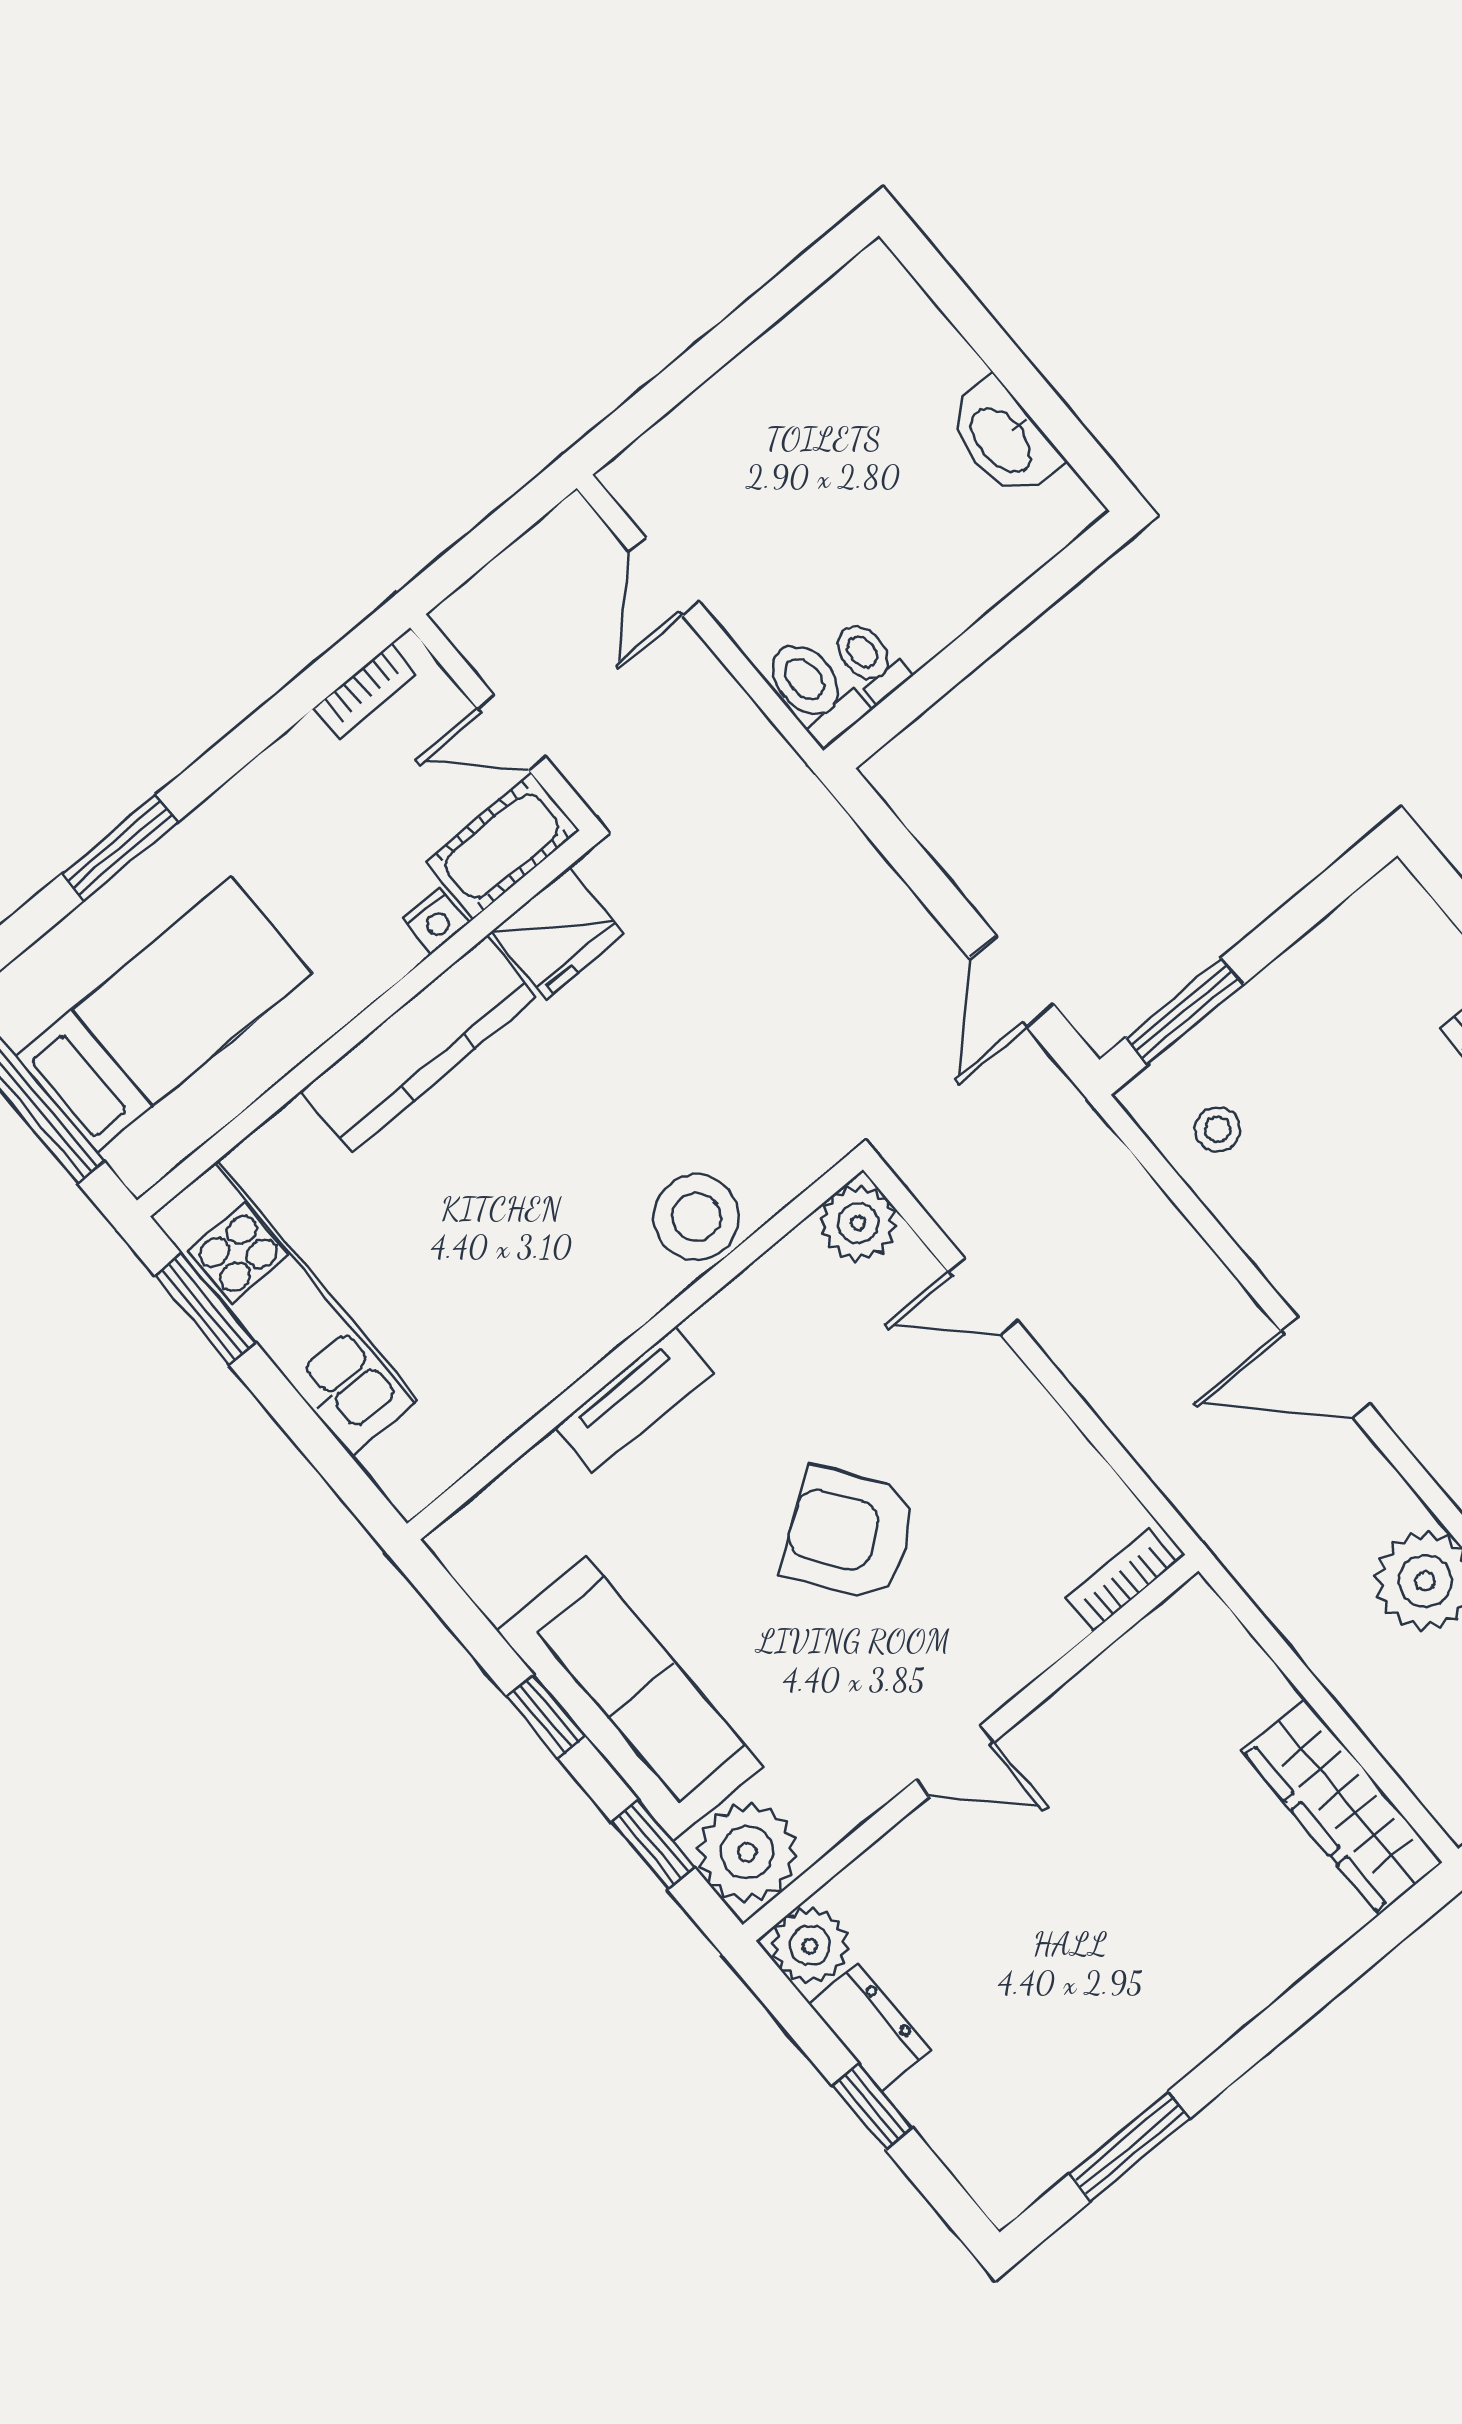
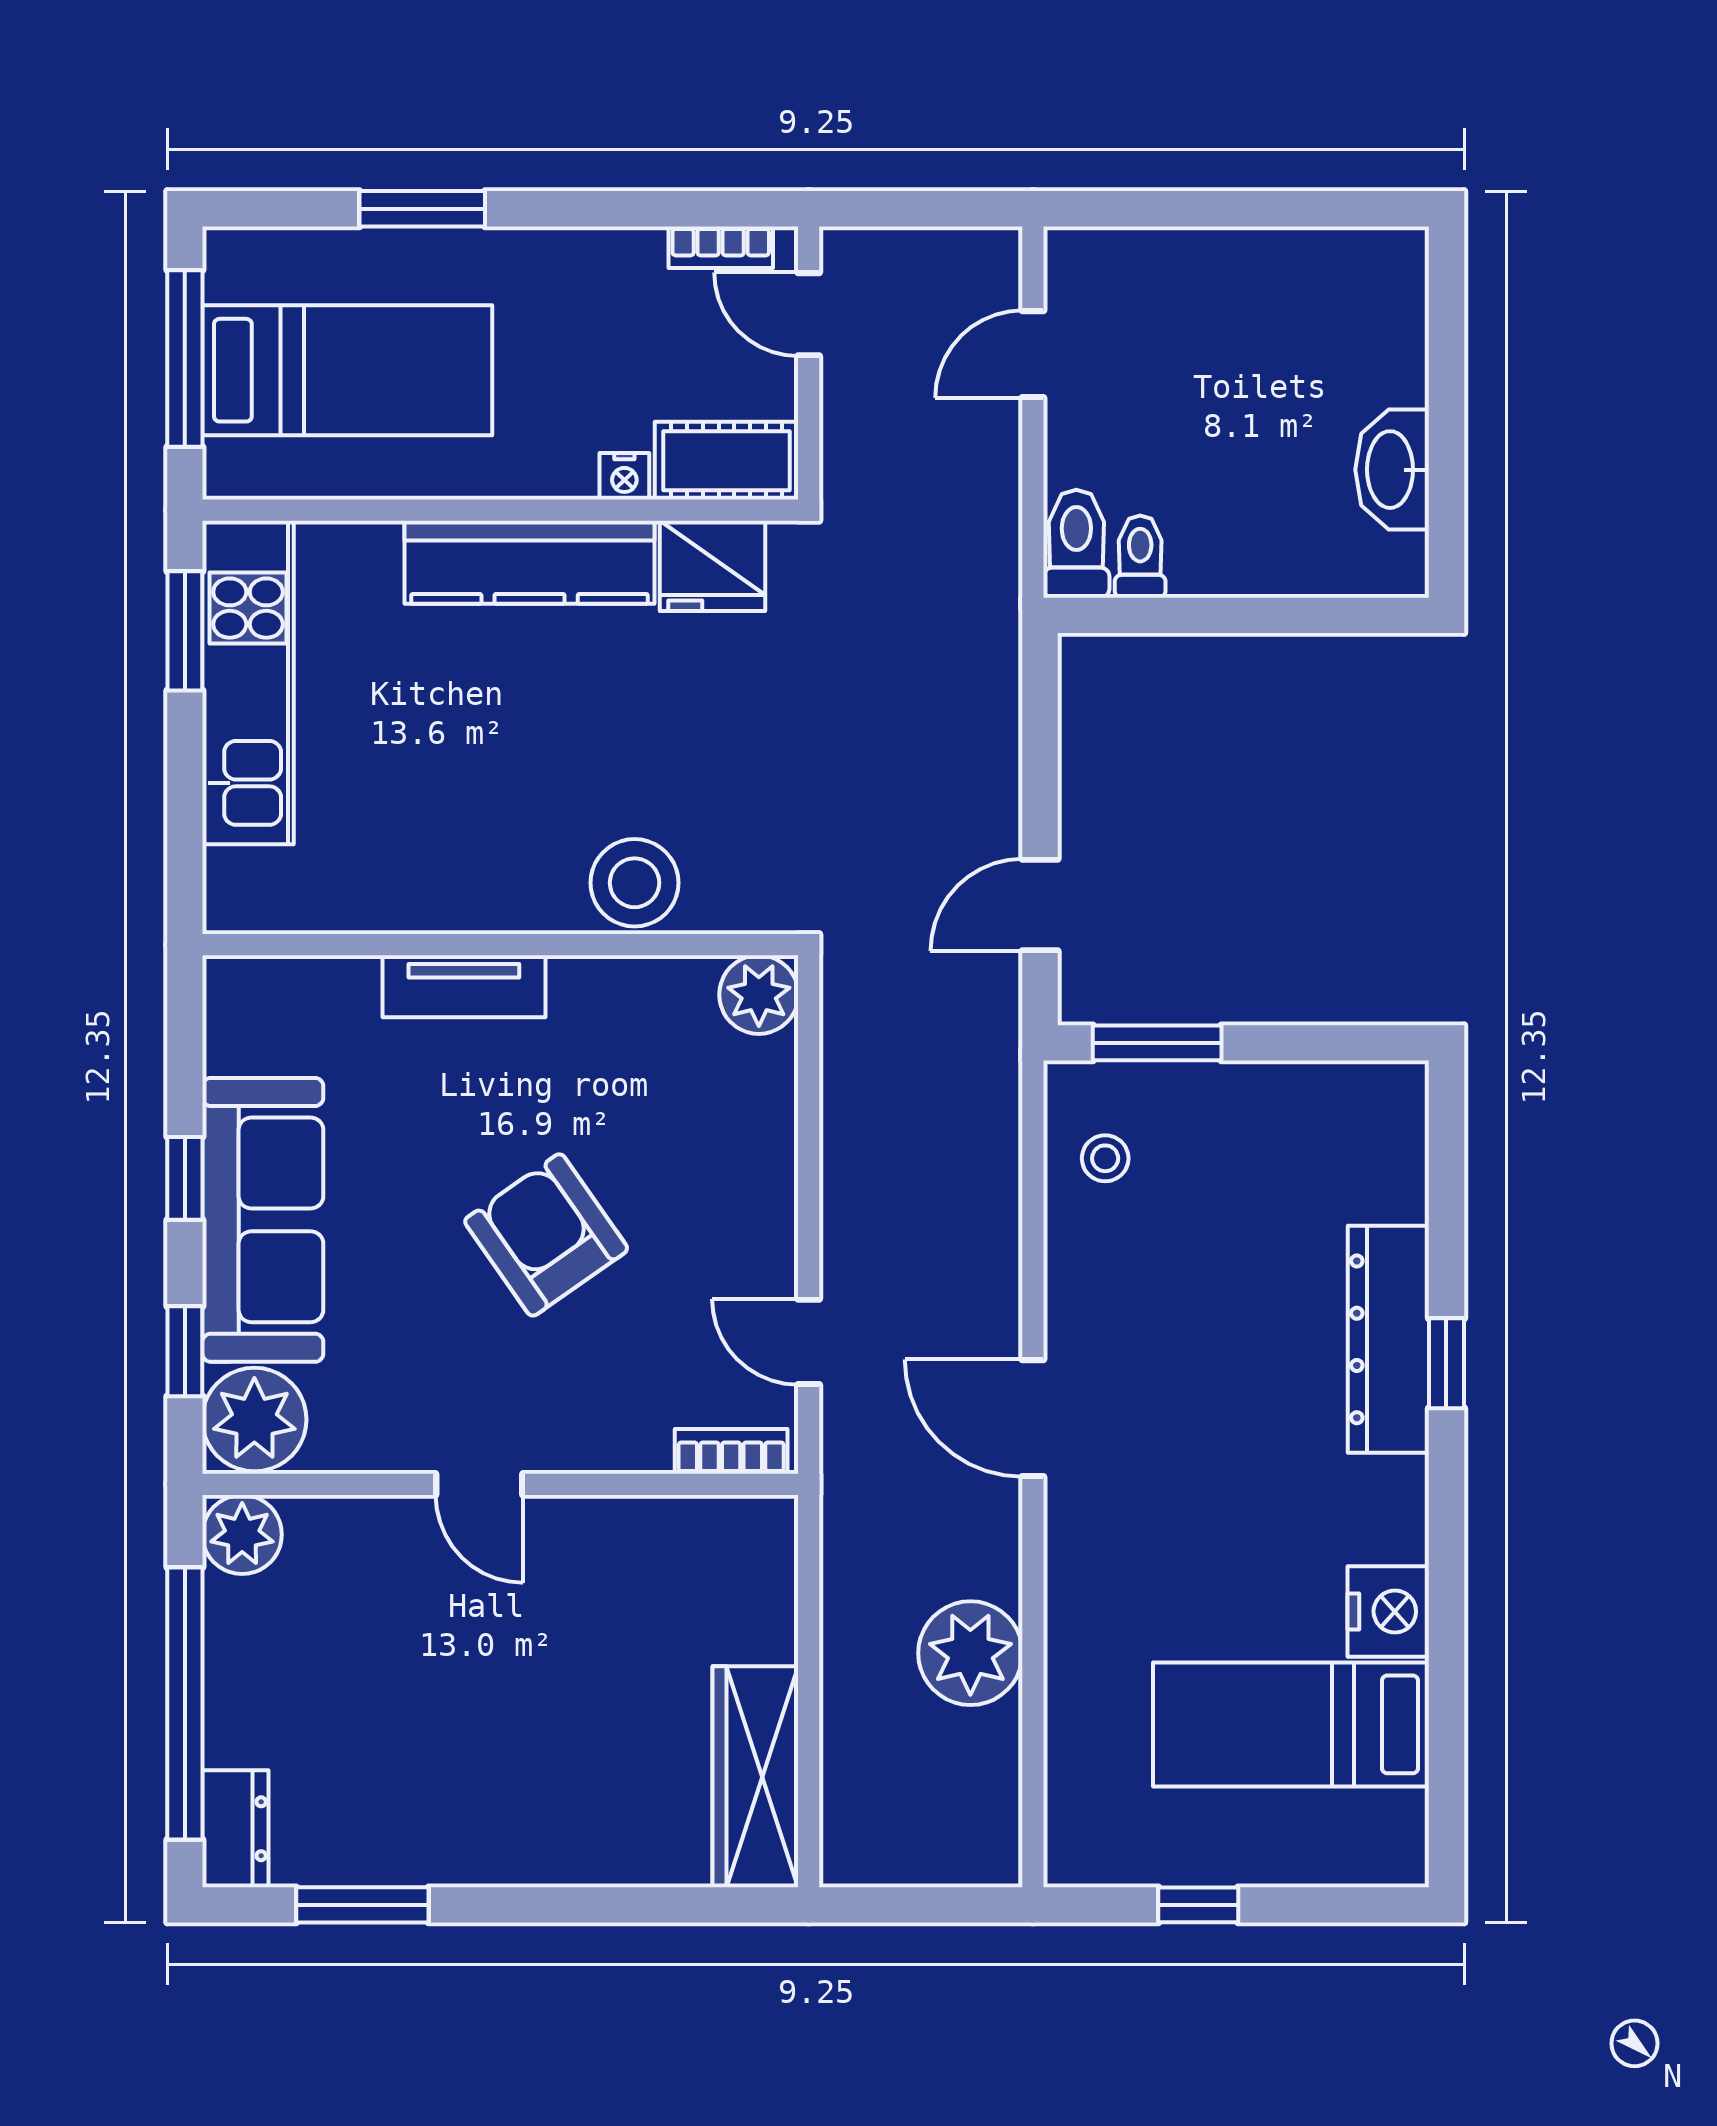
door: (511, 733) -> (809, 314), moved
door: (983, 1297) -> (809, 1342), moved
dresser: (869, 2027) -> (235, 1829), moved
window: (872, 2107) -> (185, 1704), width x3.17

